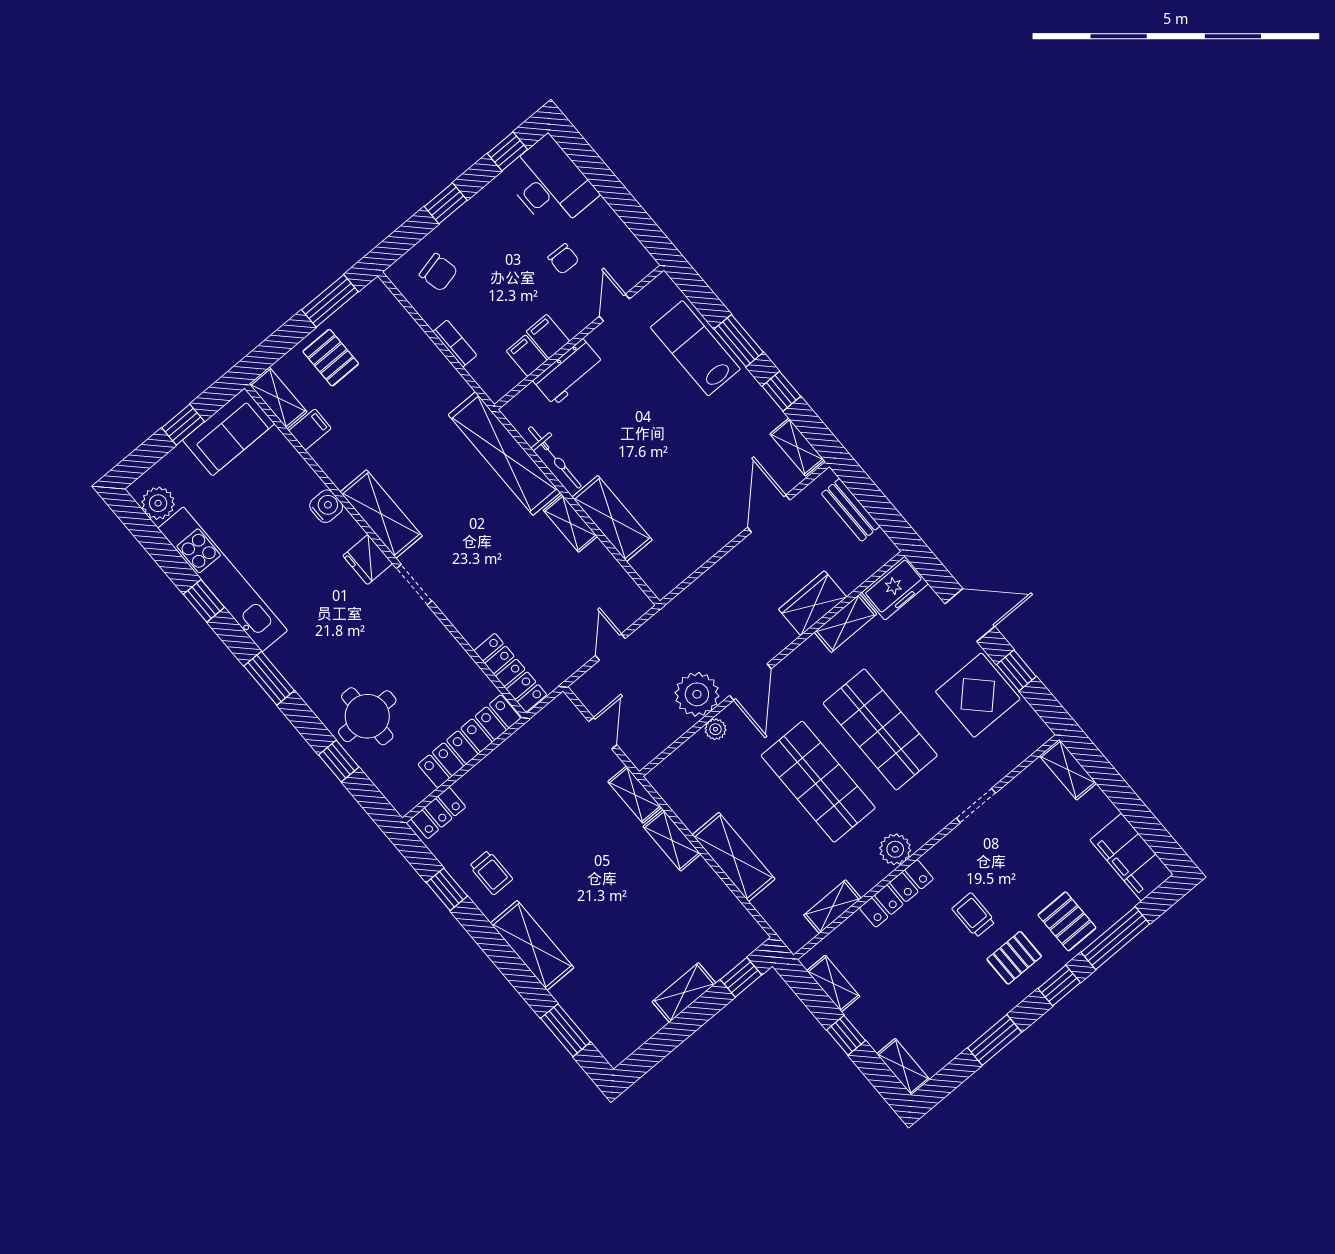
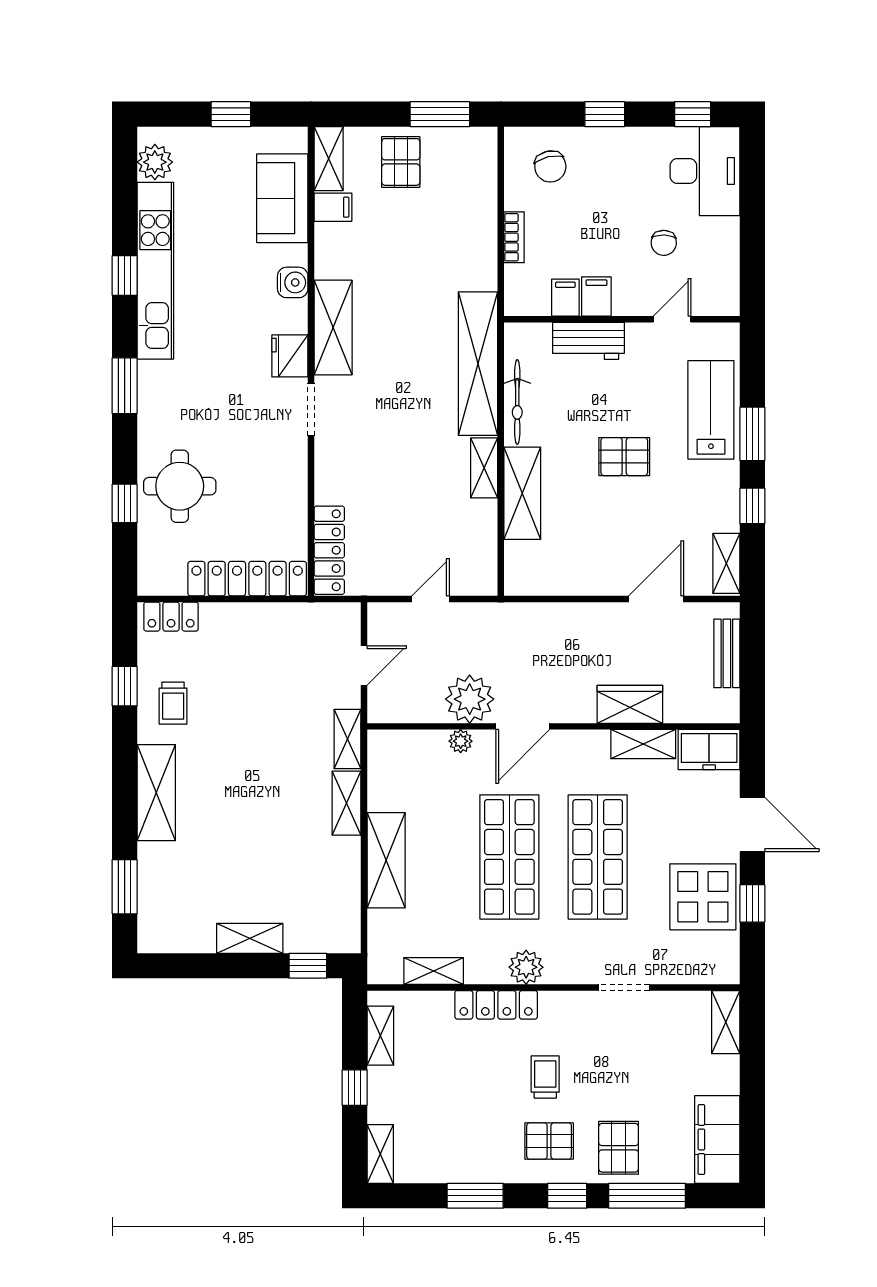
sofa: (229, 432) -> (282, 198), moved, turned 90
pallet: (662, 432) -> (624, 457), added

